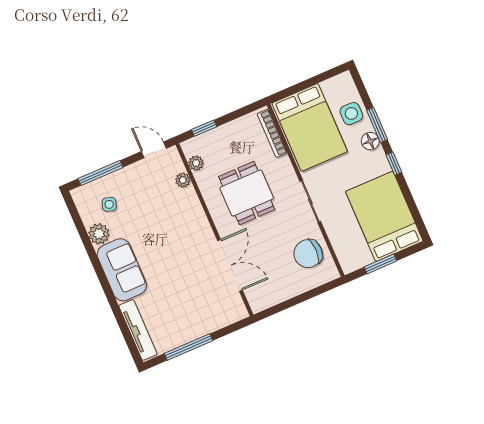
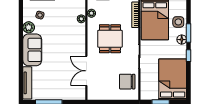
double door: (230, 265) -> (86, 71), swing flipped

